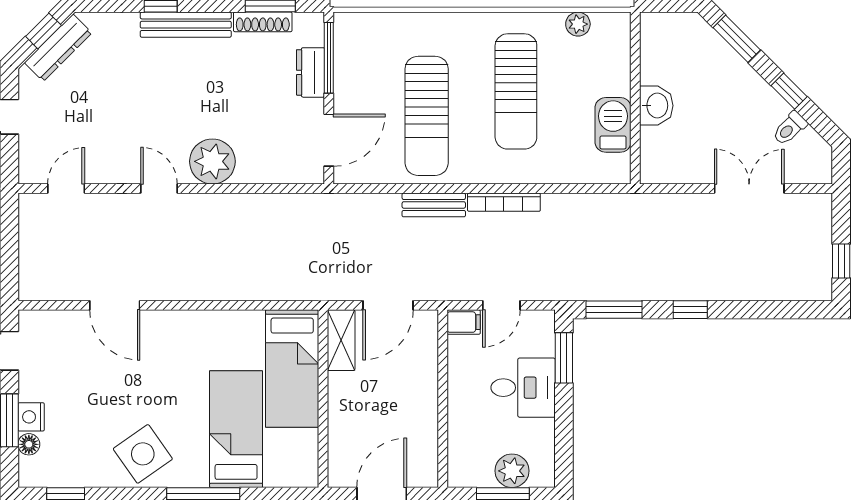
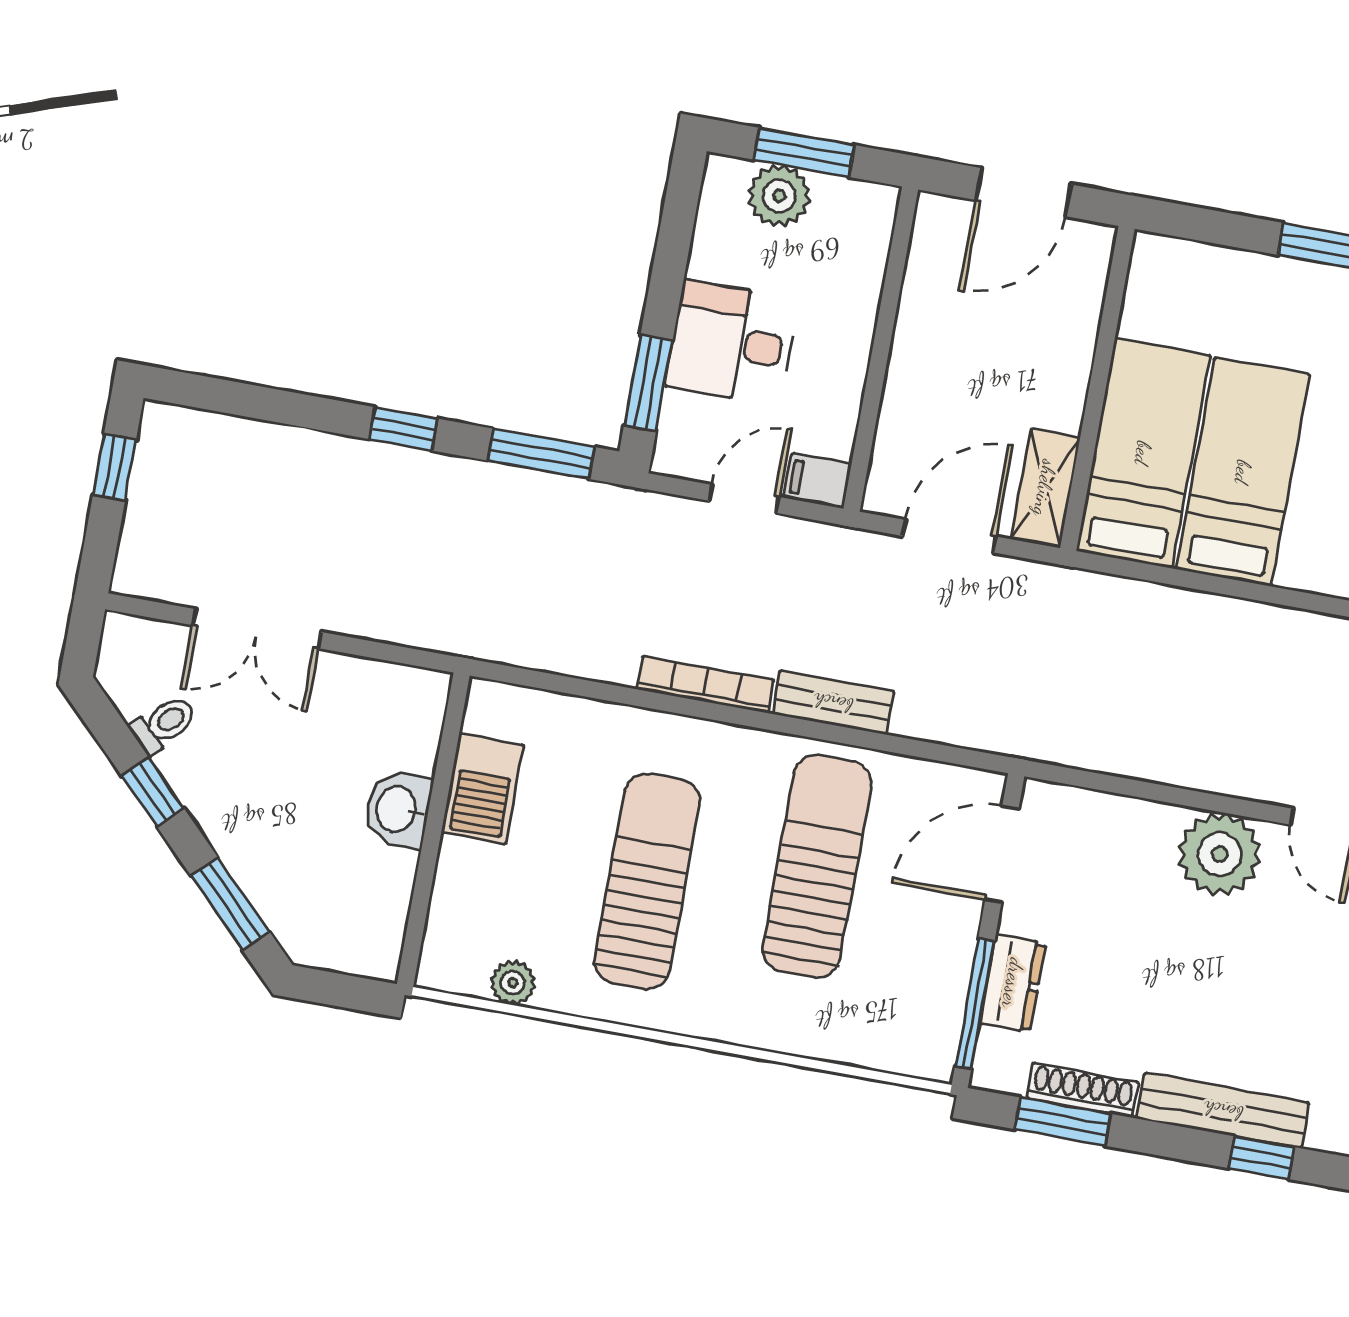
bed: (236, 429) -> (1243, 472), moved, turned 180

